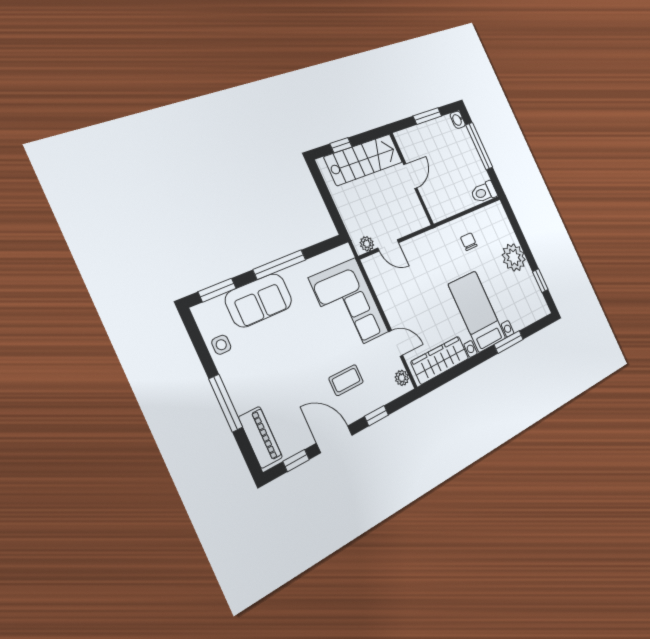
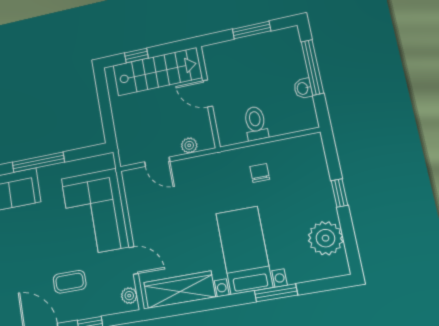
washbasin: (458, 120) -> (303, 88), moved
door: (410, 176) -> (208, 93), swing flipped
toilet: (484, 192) -> (256, 123), moved, turned 90
plant: (367, 244) -> (189, 145), moved
plant: (514, 257) -> (326, 238), moved
window: (540, 281) -> (339, 193), moved

